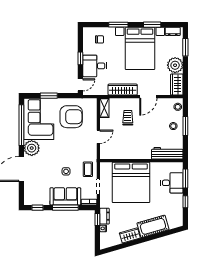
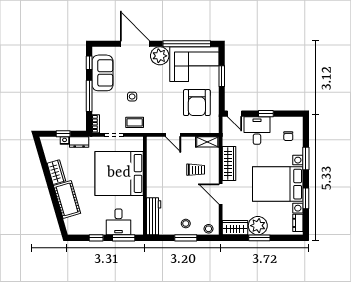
window: (185, 47) -> (259, 238), moved
sofa: (65, 196) -> (103, 73), moved
window: (97, 219) -> (63, 134), moved

